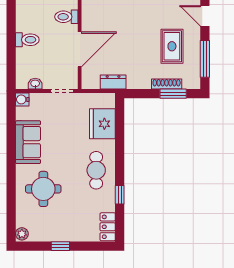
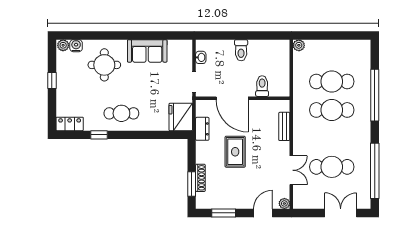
rug: (172, 46) -> (235, 152), moved, turned 90
window: (205, 59) -> (224, 213), width x0.69
water cooler: (22, 99) -> (76, 46), moved
fridge: (102, 124) -> (181, 117), moved, turned -90

